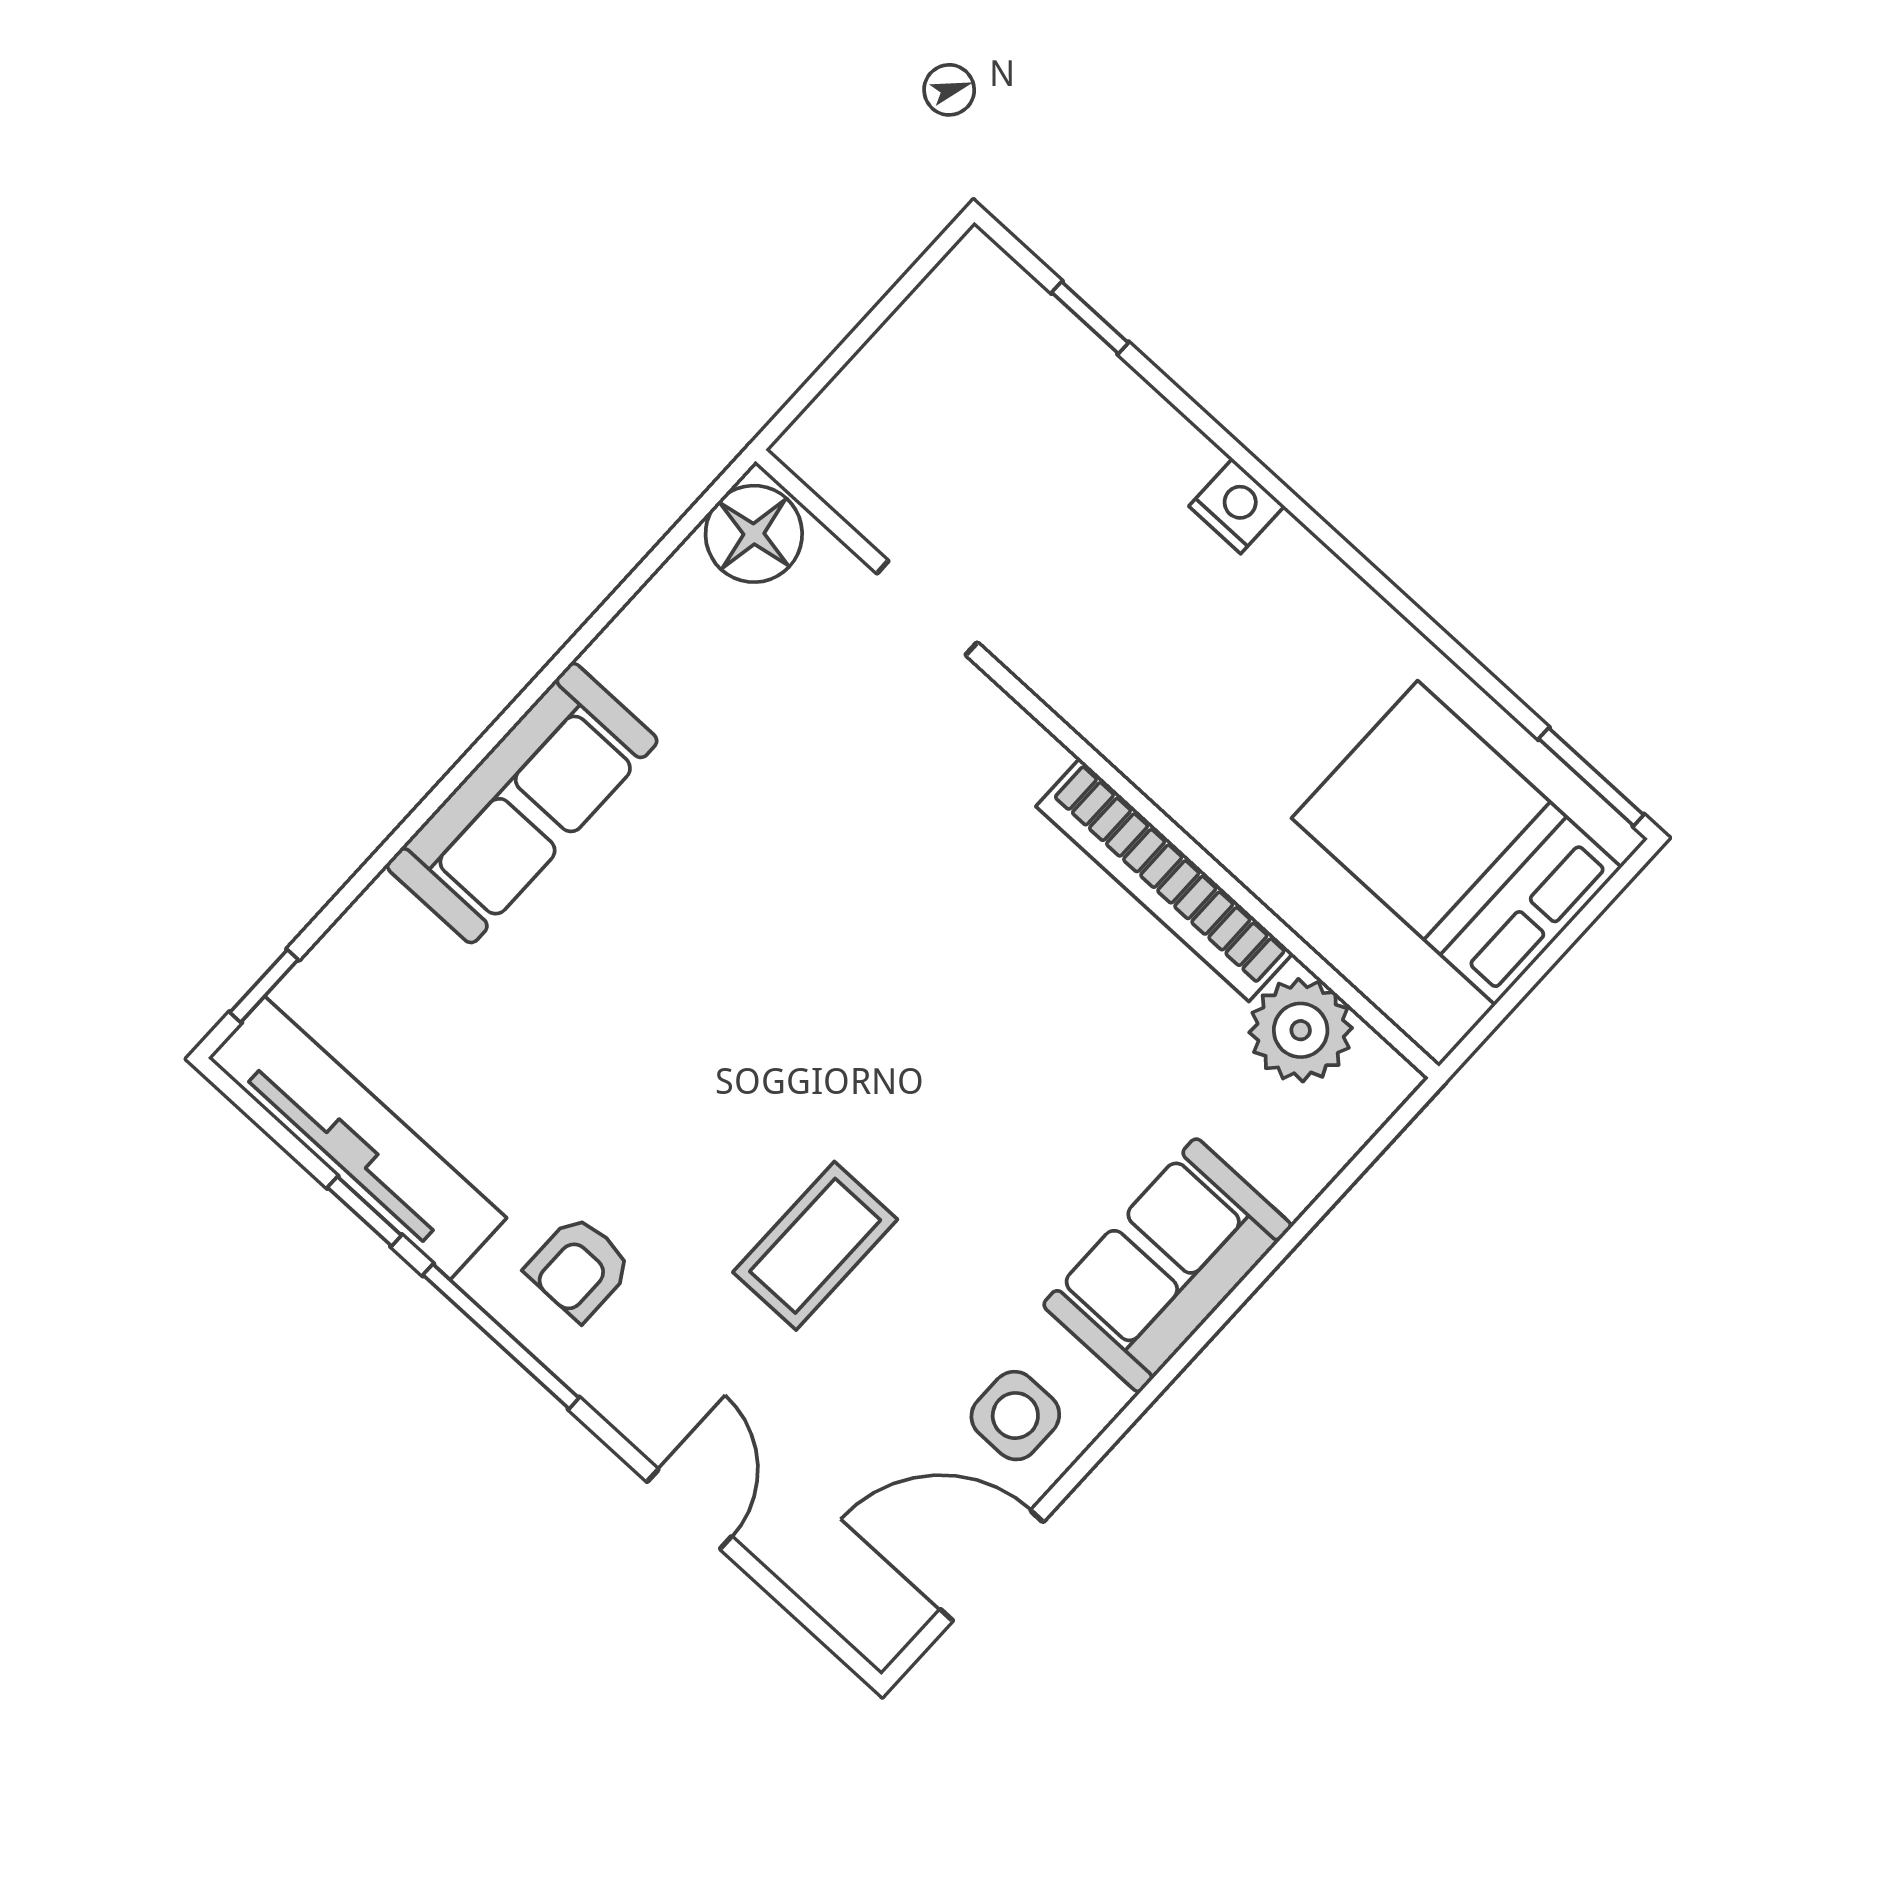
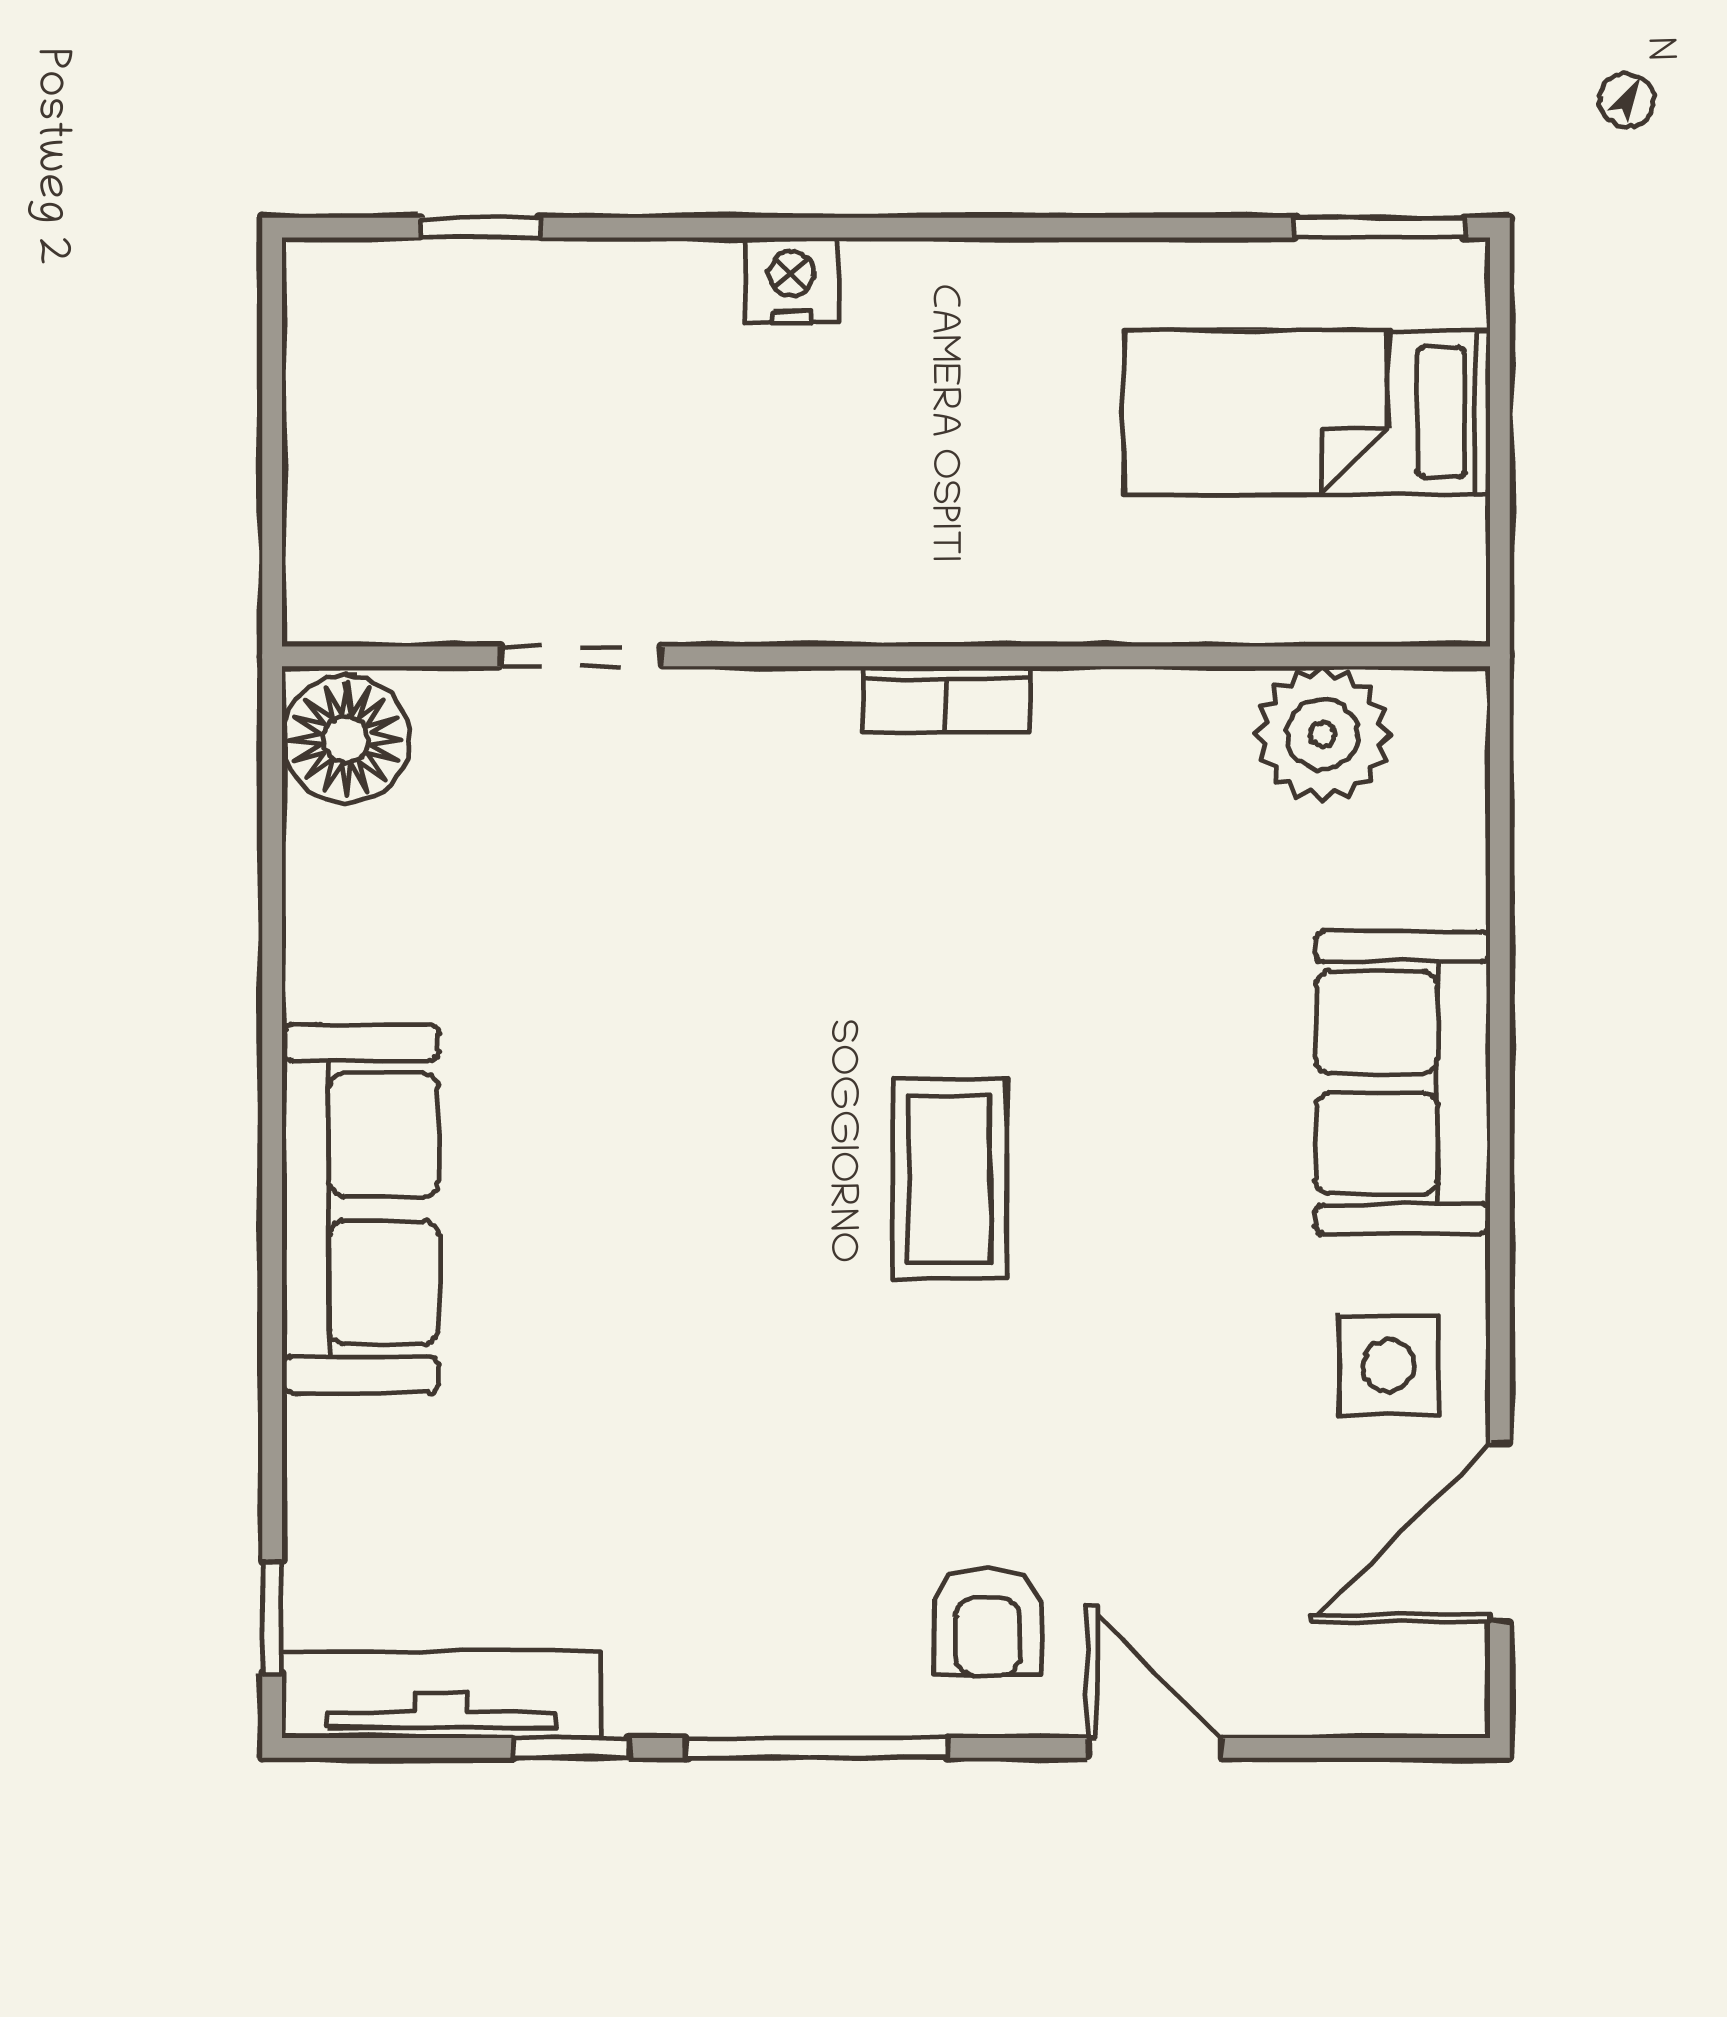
bed: (1456, 843) -> (1307, 412), width x0.67
bookcase: (1164, 880) -> (947, 699), width x0.43, depth x0.76
tv unit: (357, 1138) -> (441, 1695), width x0.73, depth x0.78
coffee table: (815, 1246) -> (949, 1179), moved
armchair: (579, 1268) -> (988, 1622), moved

